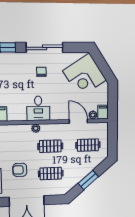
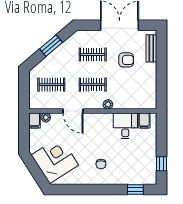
sliding door: (45, 47) -> (97, 189), removed
desk: (38, 108) -> (125, 126), moved
door: (78, 121) -> (73, 111), moved

